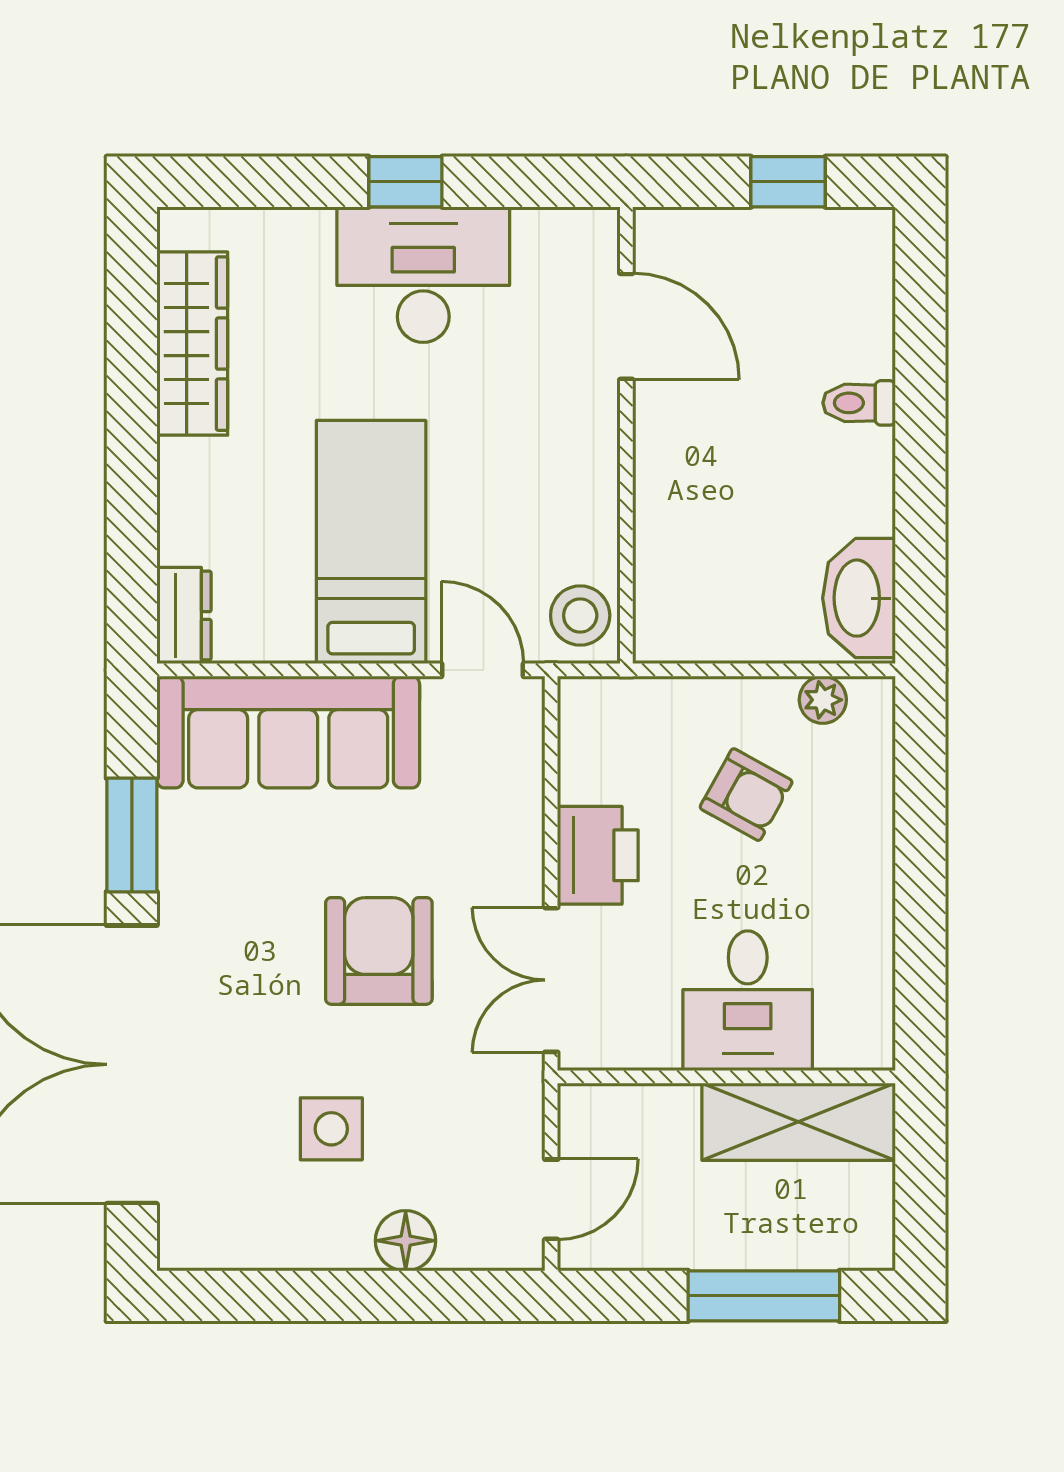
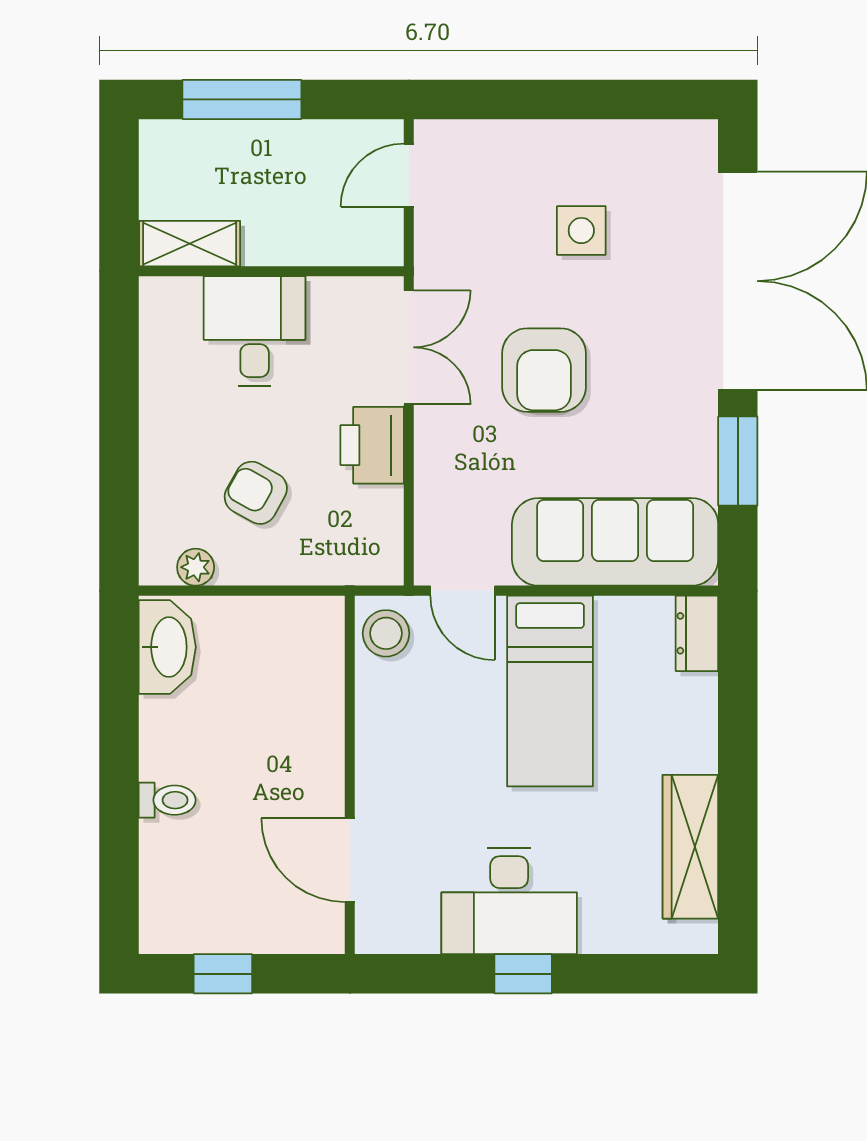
shelving: (798, 1122) -> (190, 244), width x0.67, depth x0.75
floor lamp: (406, 1241) -> (523, 143), removed

